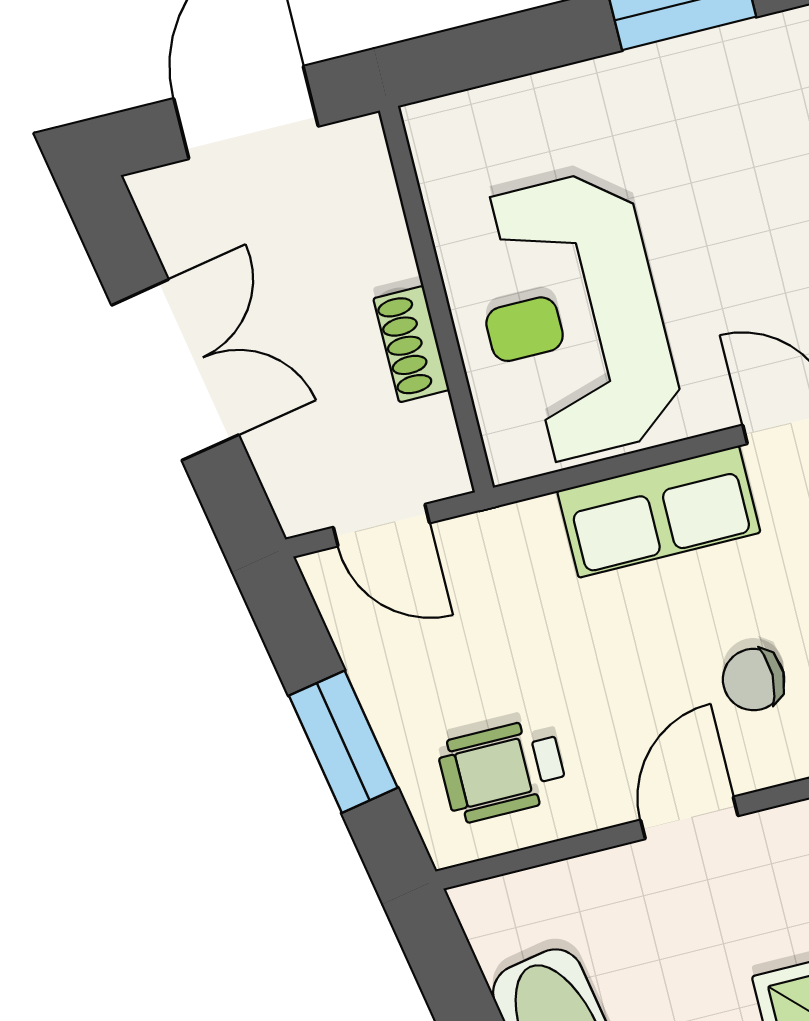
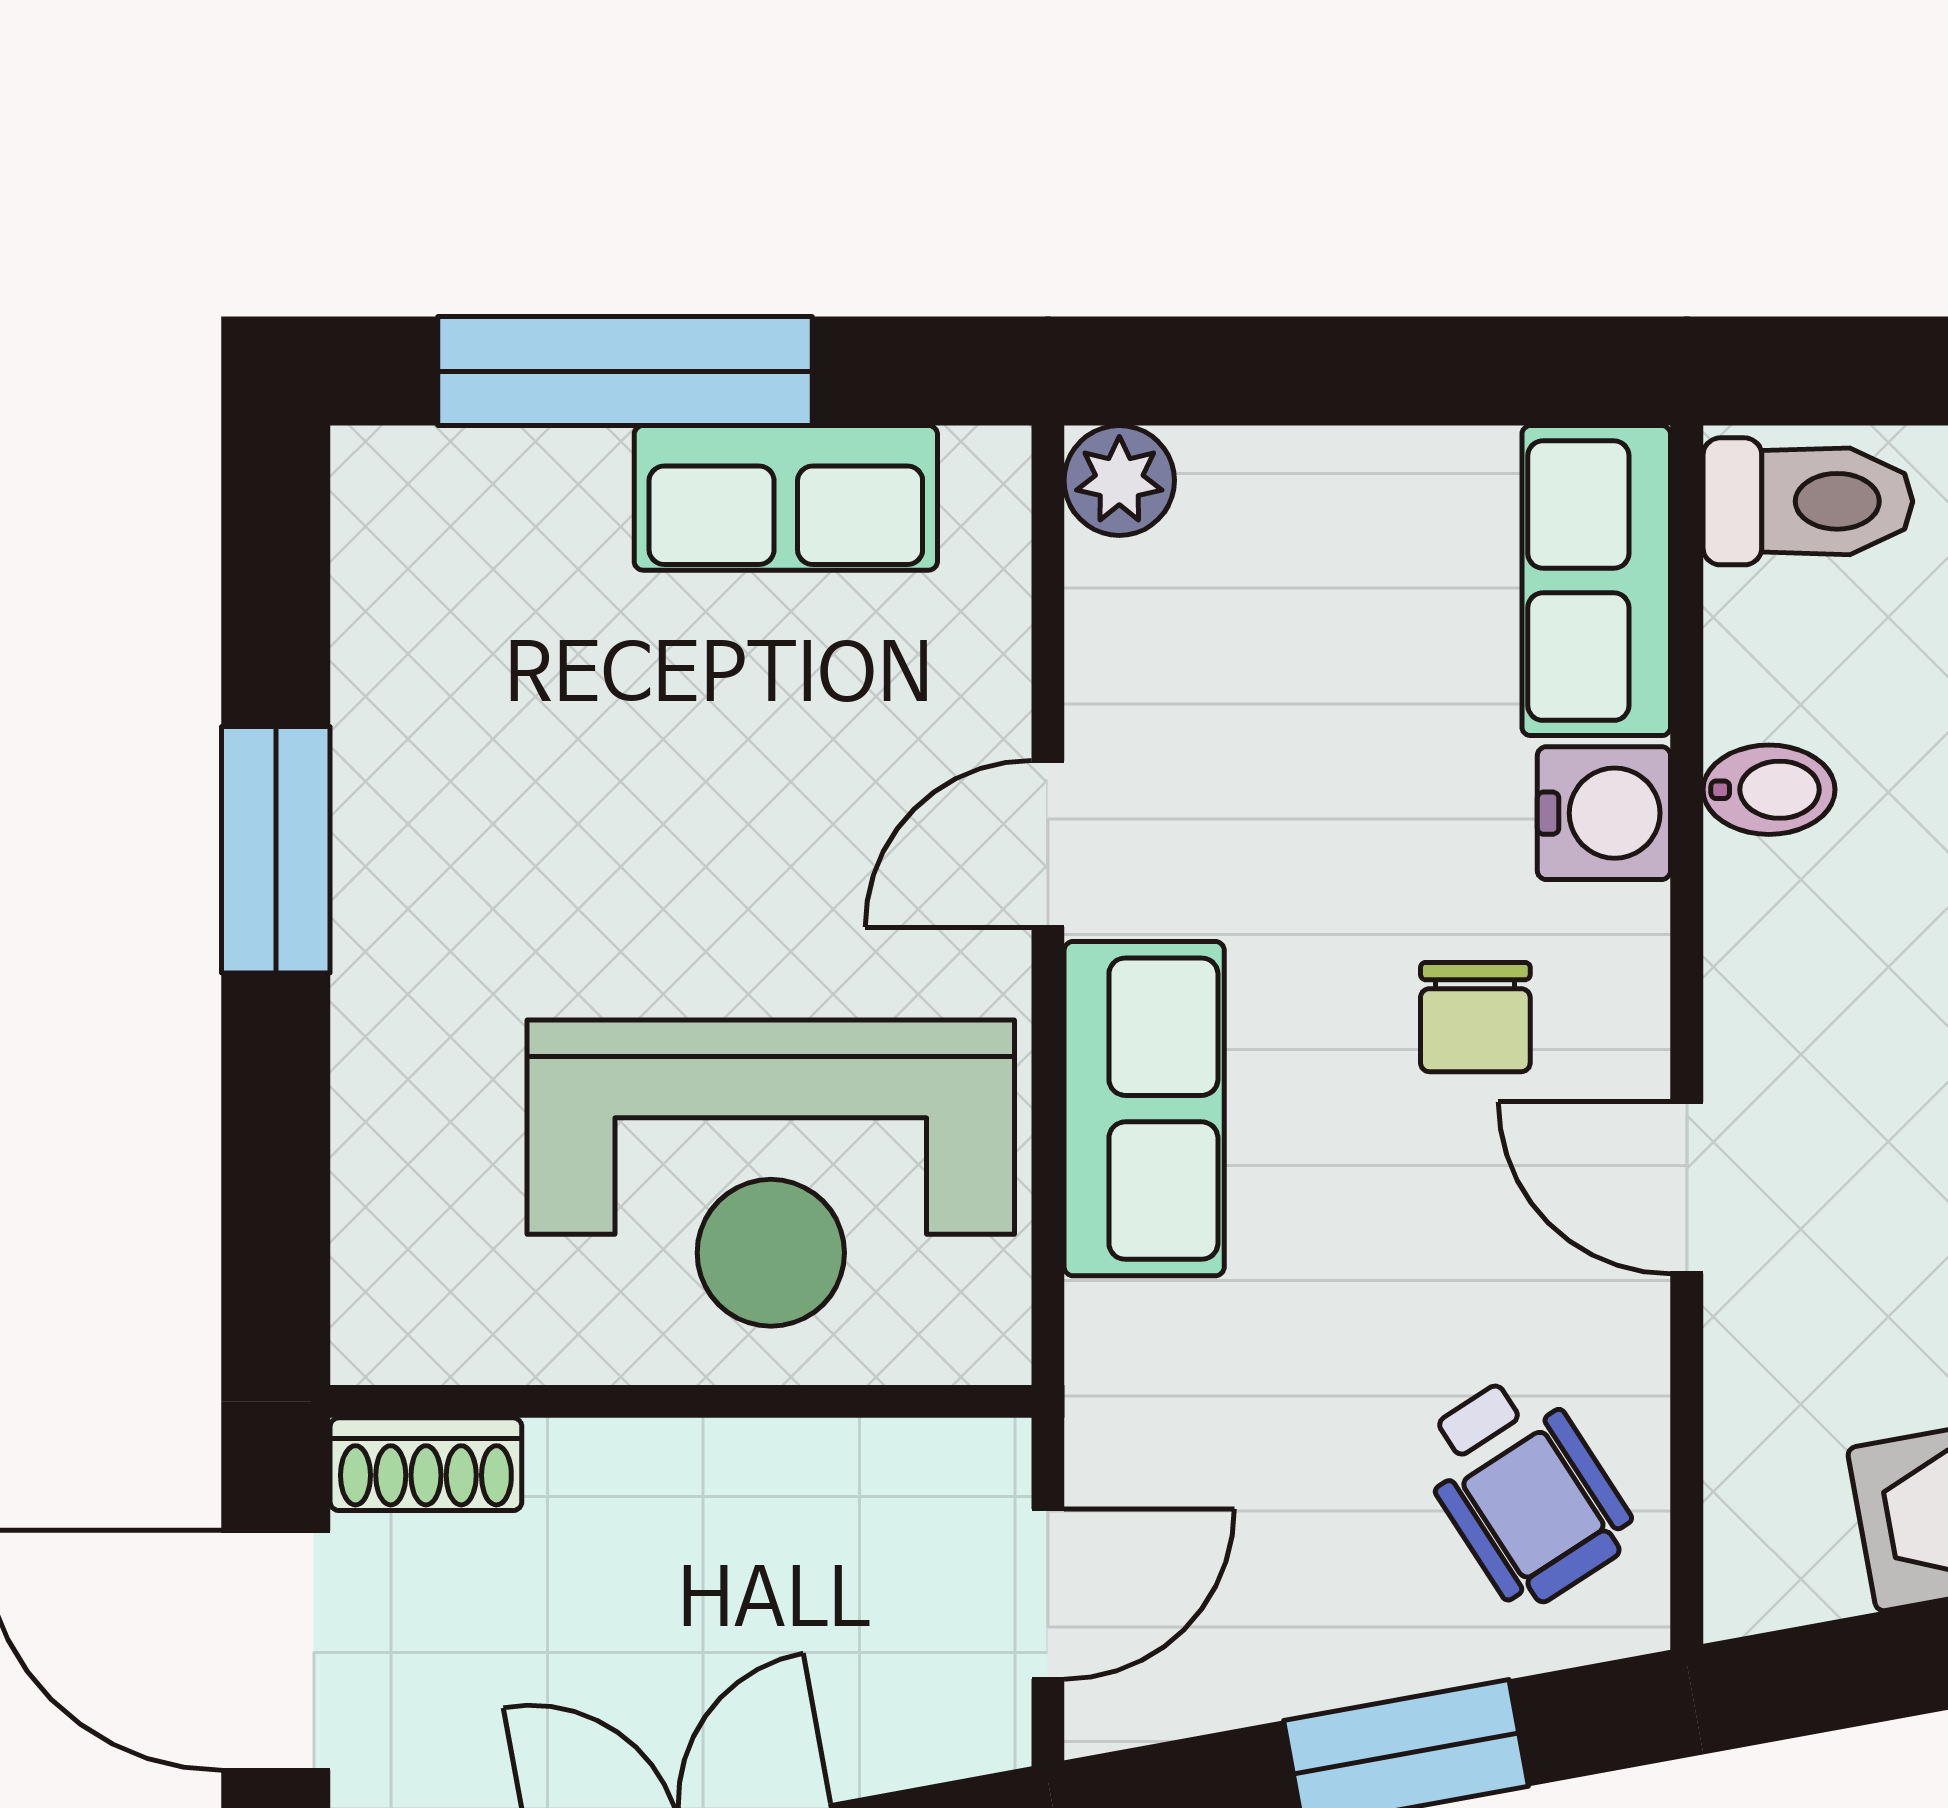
shoe rack: (411, 344) -> (426, 1464), moved
wheelchair: (502, 770) -> (1524, 1491), turned -33

